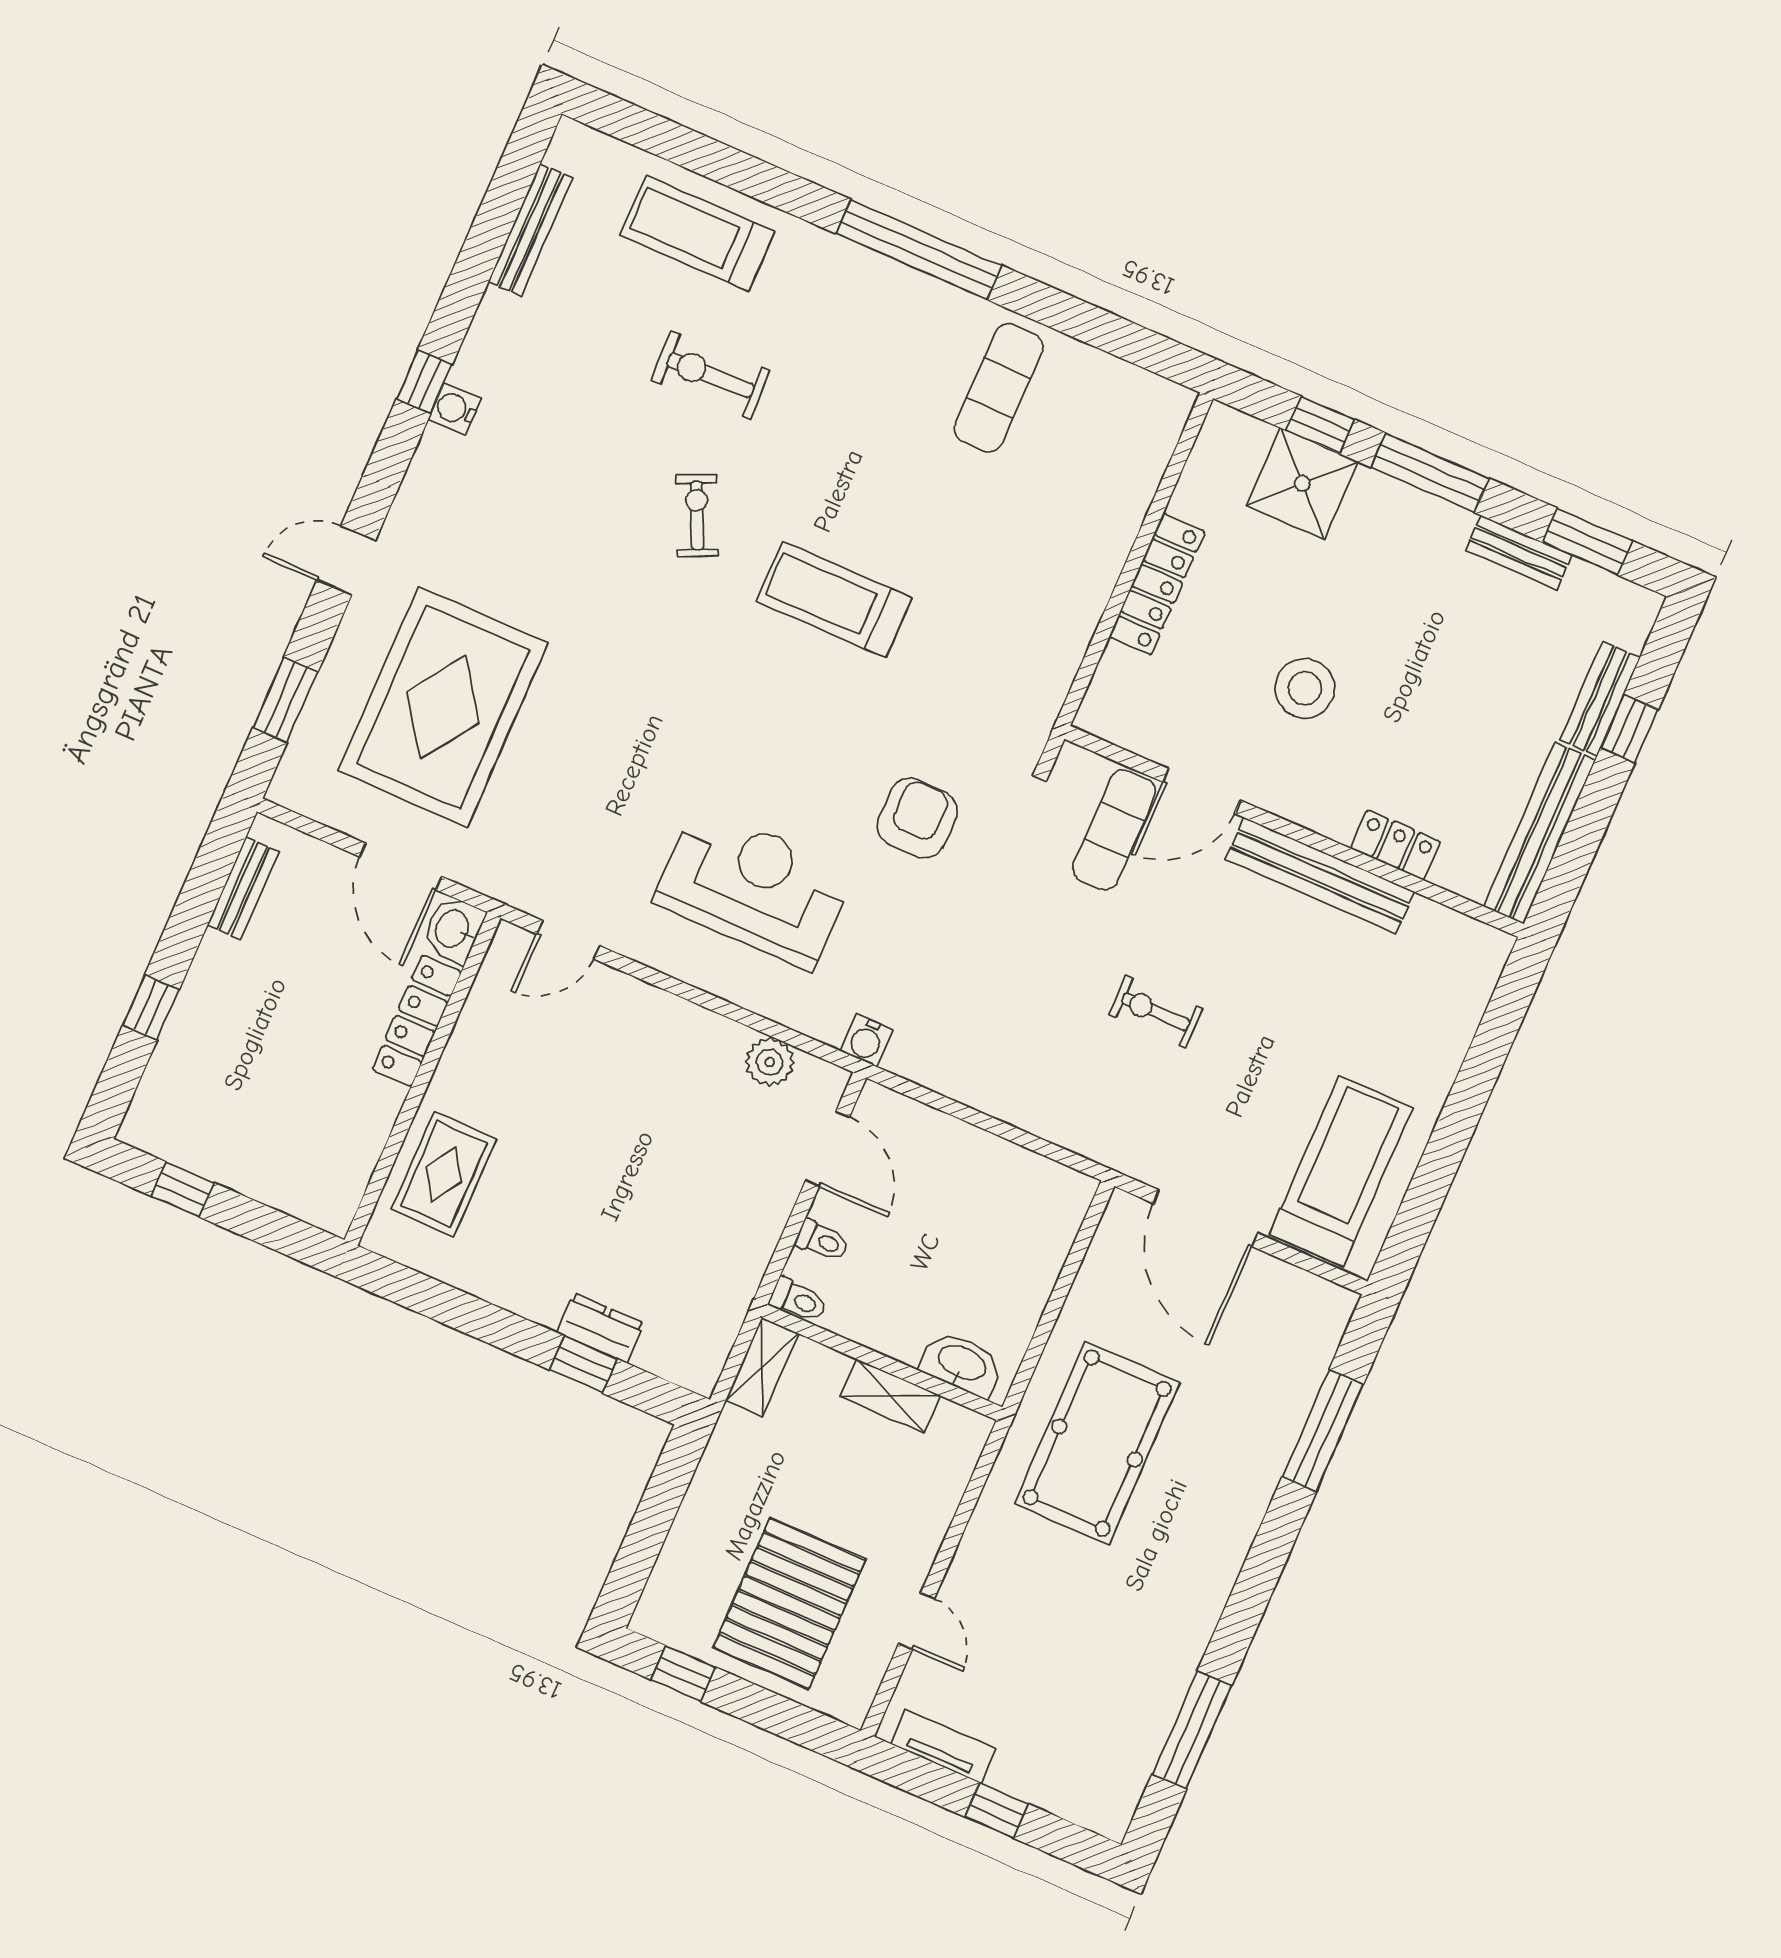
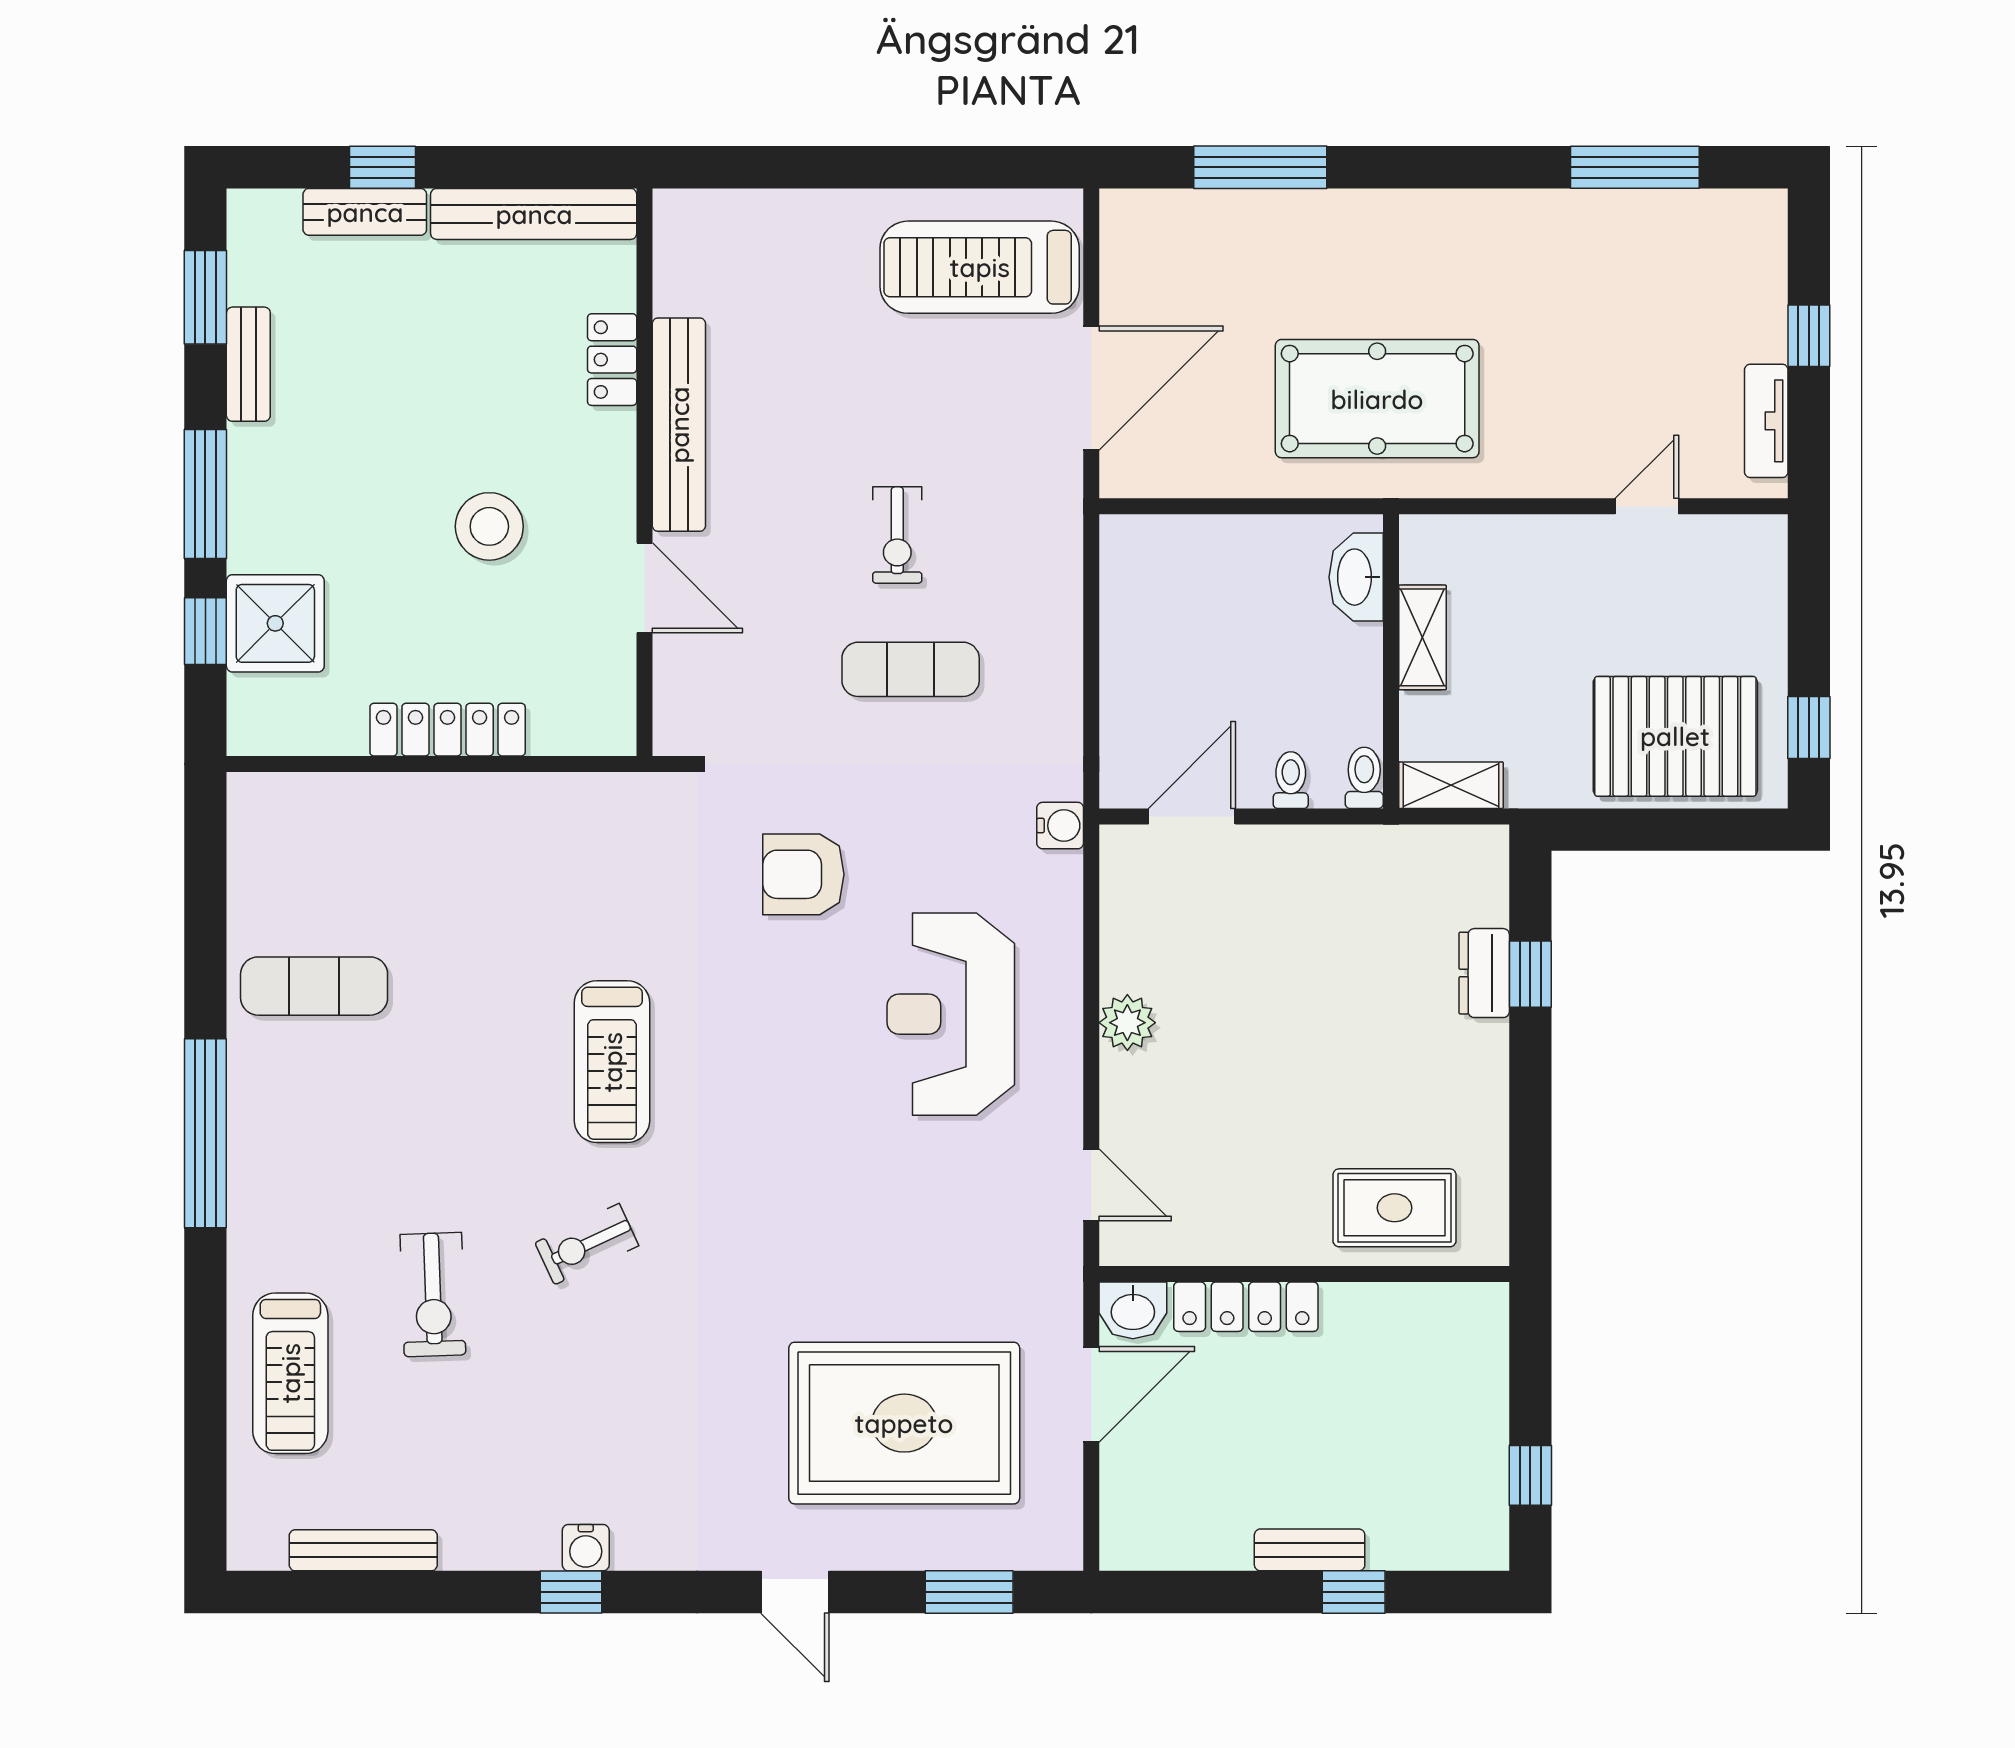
exercise mat: (1114, 830) -> (911, 669), moved
bench: (243, 888) -> (1310, 1550), moved
plant: (770, 1062) -> (1127, 1023), moved
pallet: (789, 1603) -> (1675, 736), moved

